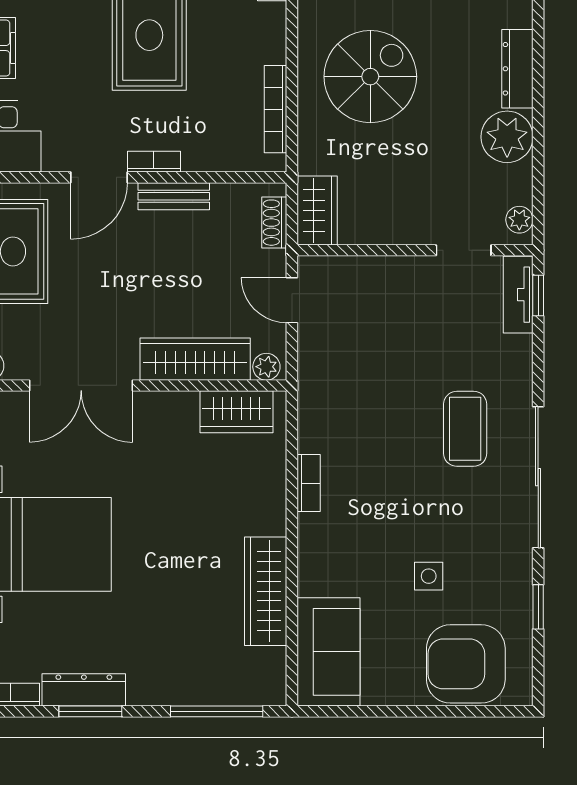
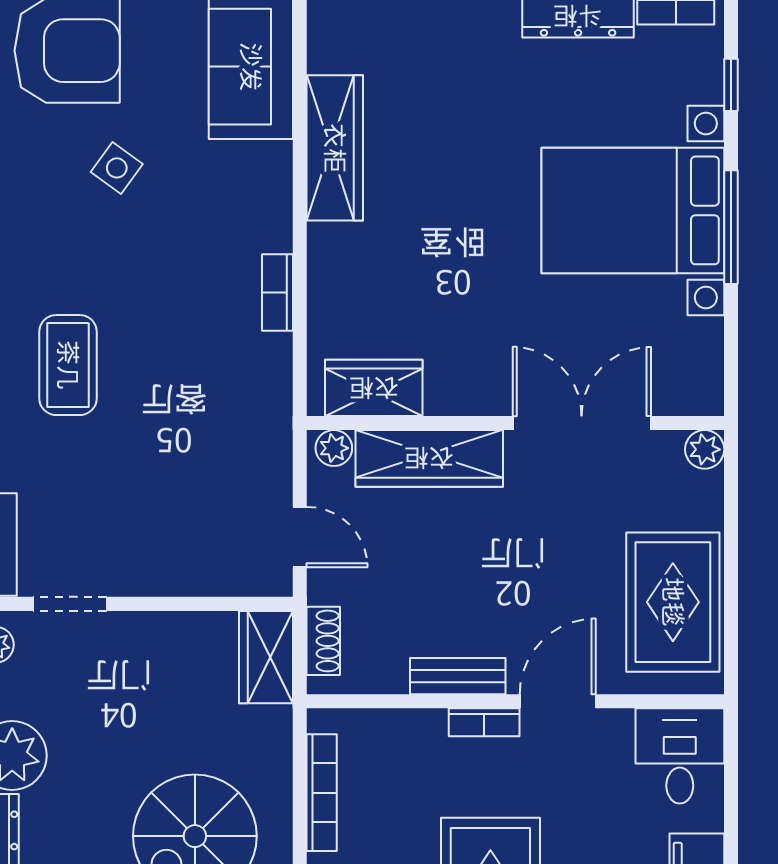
side table: (429, 576) -> (117, 168), turned 36

